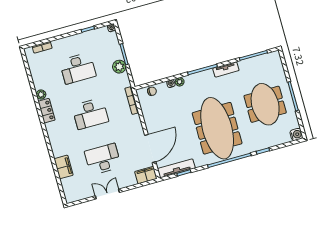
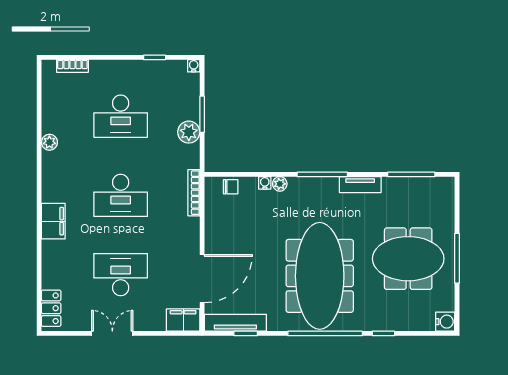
meeting table: (265, 104) -> (408, 259), turned 90
locker: (47, 111) -> (51, 308), moved
filing cabinet: (64, 167) -> (53, 221), moved

